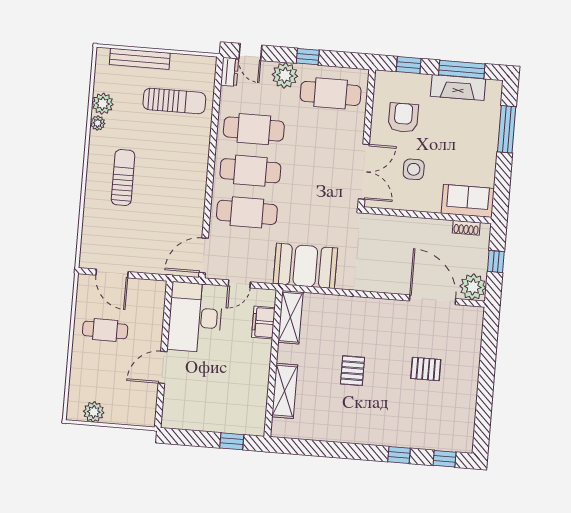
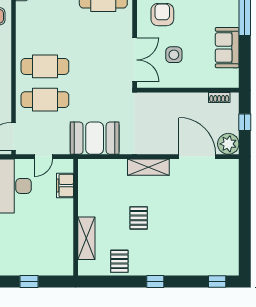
cafe table: (254, 129) -> (45, 33), removed
sofa: (468, 201) -> (227, 48), moved, turned -90
shelving: (290, 317) -> (148, 167), moved, turned 90
pallet: (426, 369) -> (119, 261), moved, turned 90
window: (232, 441) -> (29, 281), moved
window: (399, 455) -> (155, 281), moved

